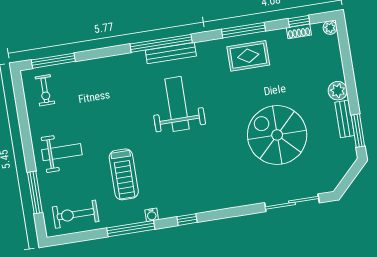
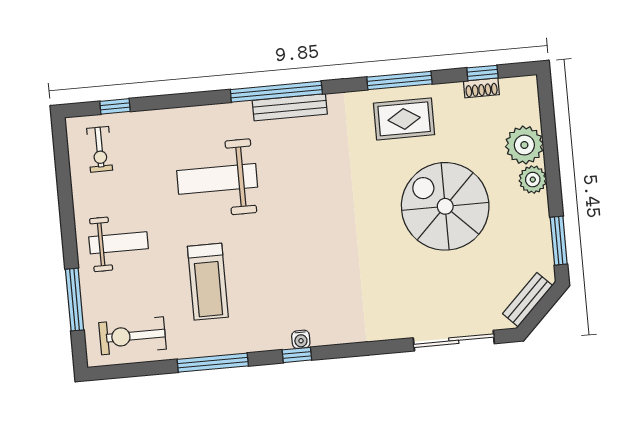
plant: (330, 28) -> (524, 145), moved, width x1.88, depth x1.88
window: (53, 61) -> (115, 106), width x0.46
weight bench: (177, 104) -> (217, 179), moved, turned -90
bench: (345, 119) -> (528, 300), moved, turned 45
spiral stairs: (277, 135) -> (445, 206), moved
water cooler: (152, 215) -> (301, 339), moved

